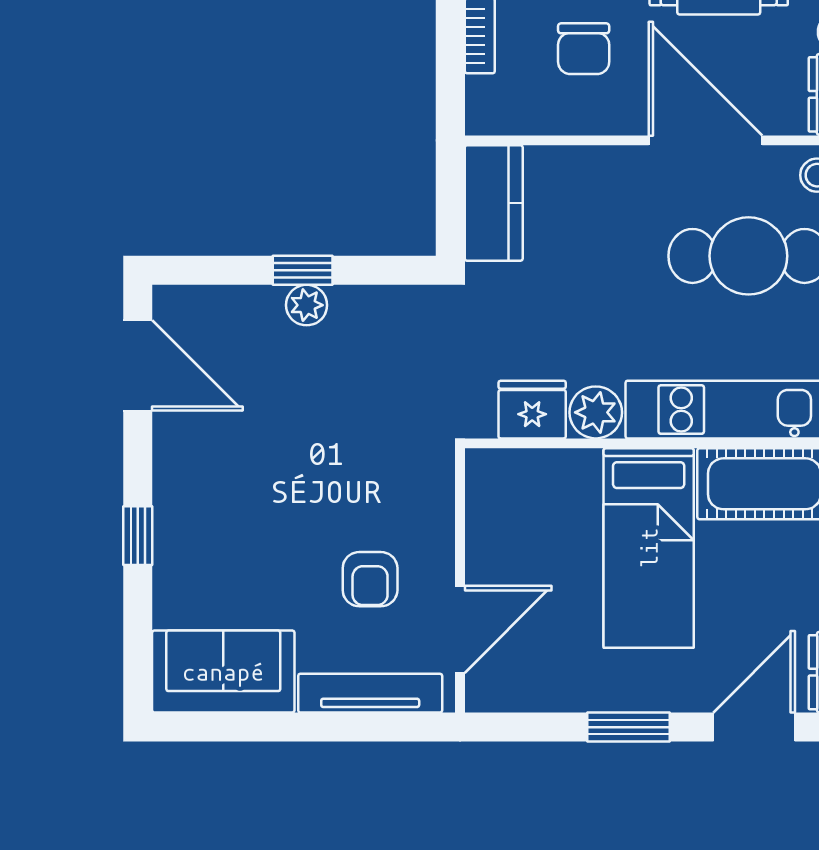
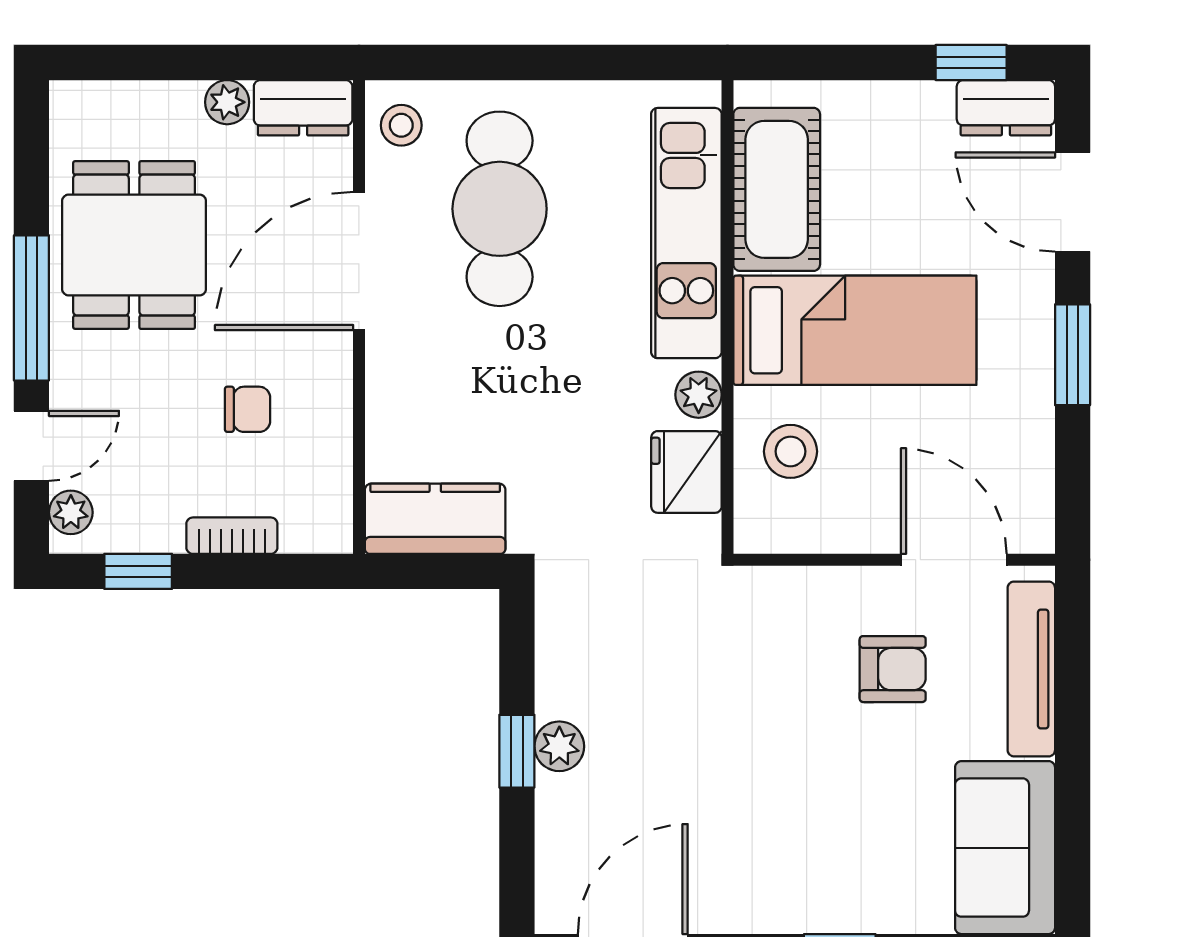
chair: (584, 49) -> (248, 409), width x0.73, depth x0.73
plant: (596, 412) -> (699, 395), width x0.73, depth x0.73
stool: (549, 495) -> (791, 451), added

